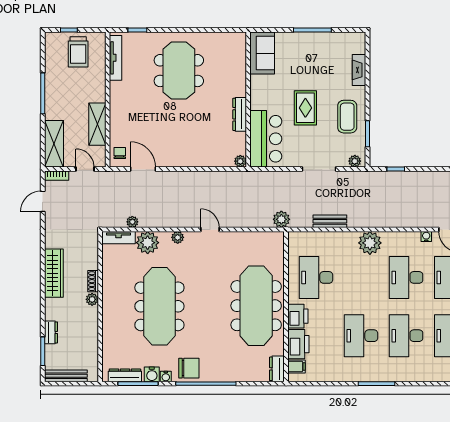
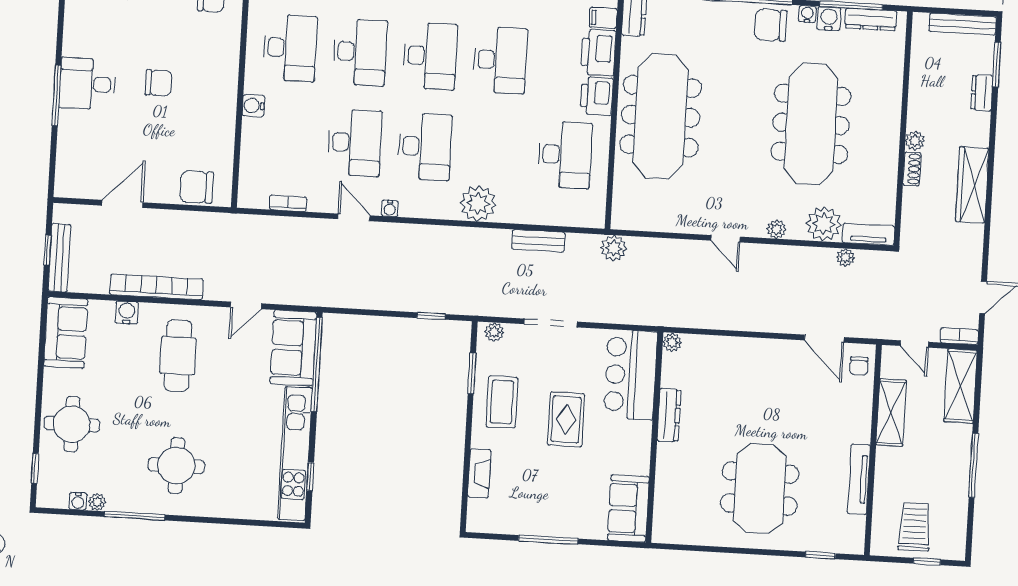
tv unit: (116, 58) -> (859, 479), moved

